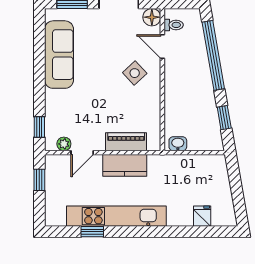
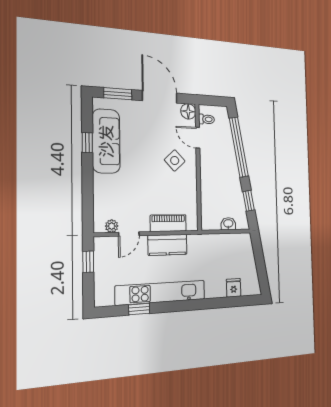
window: (39, 127) -> (87, 143), moved
washbasin: (178, 144) -> (228, 224), moved

